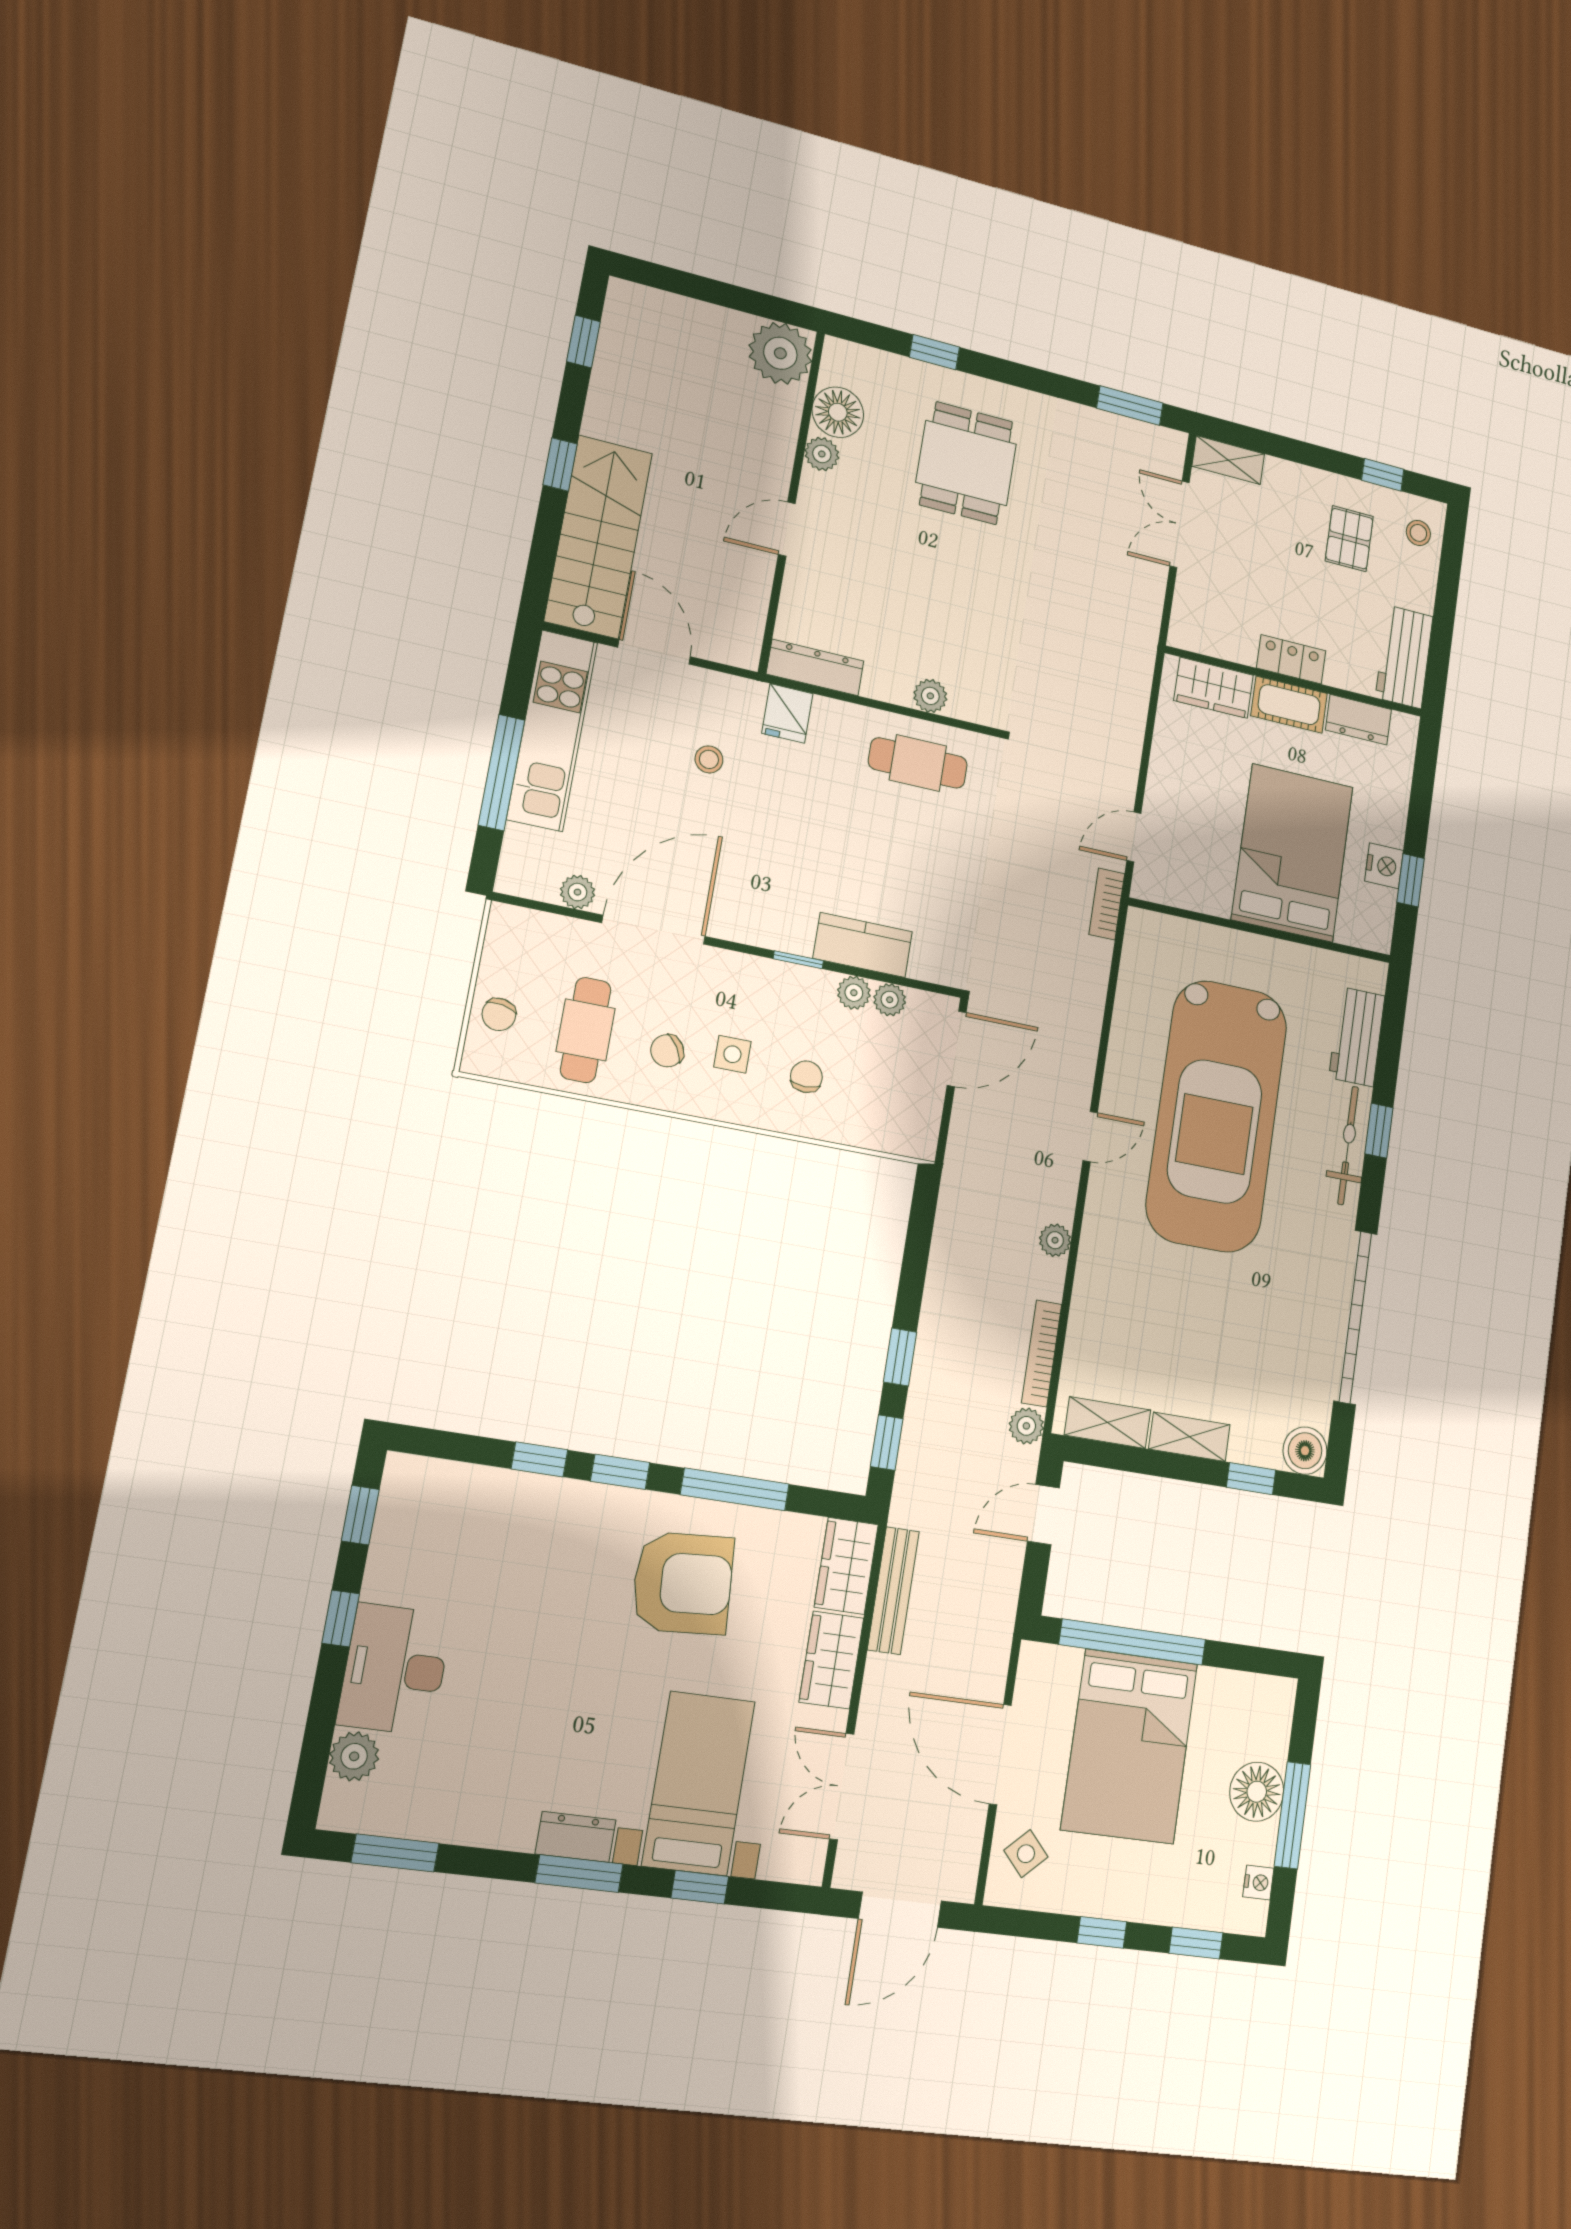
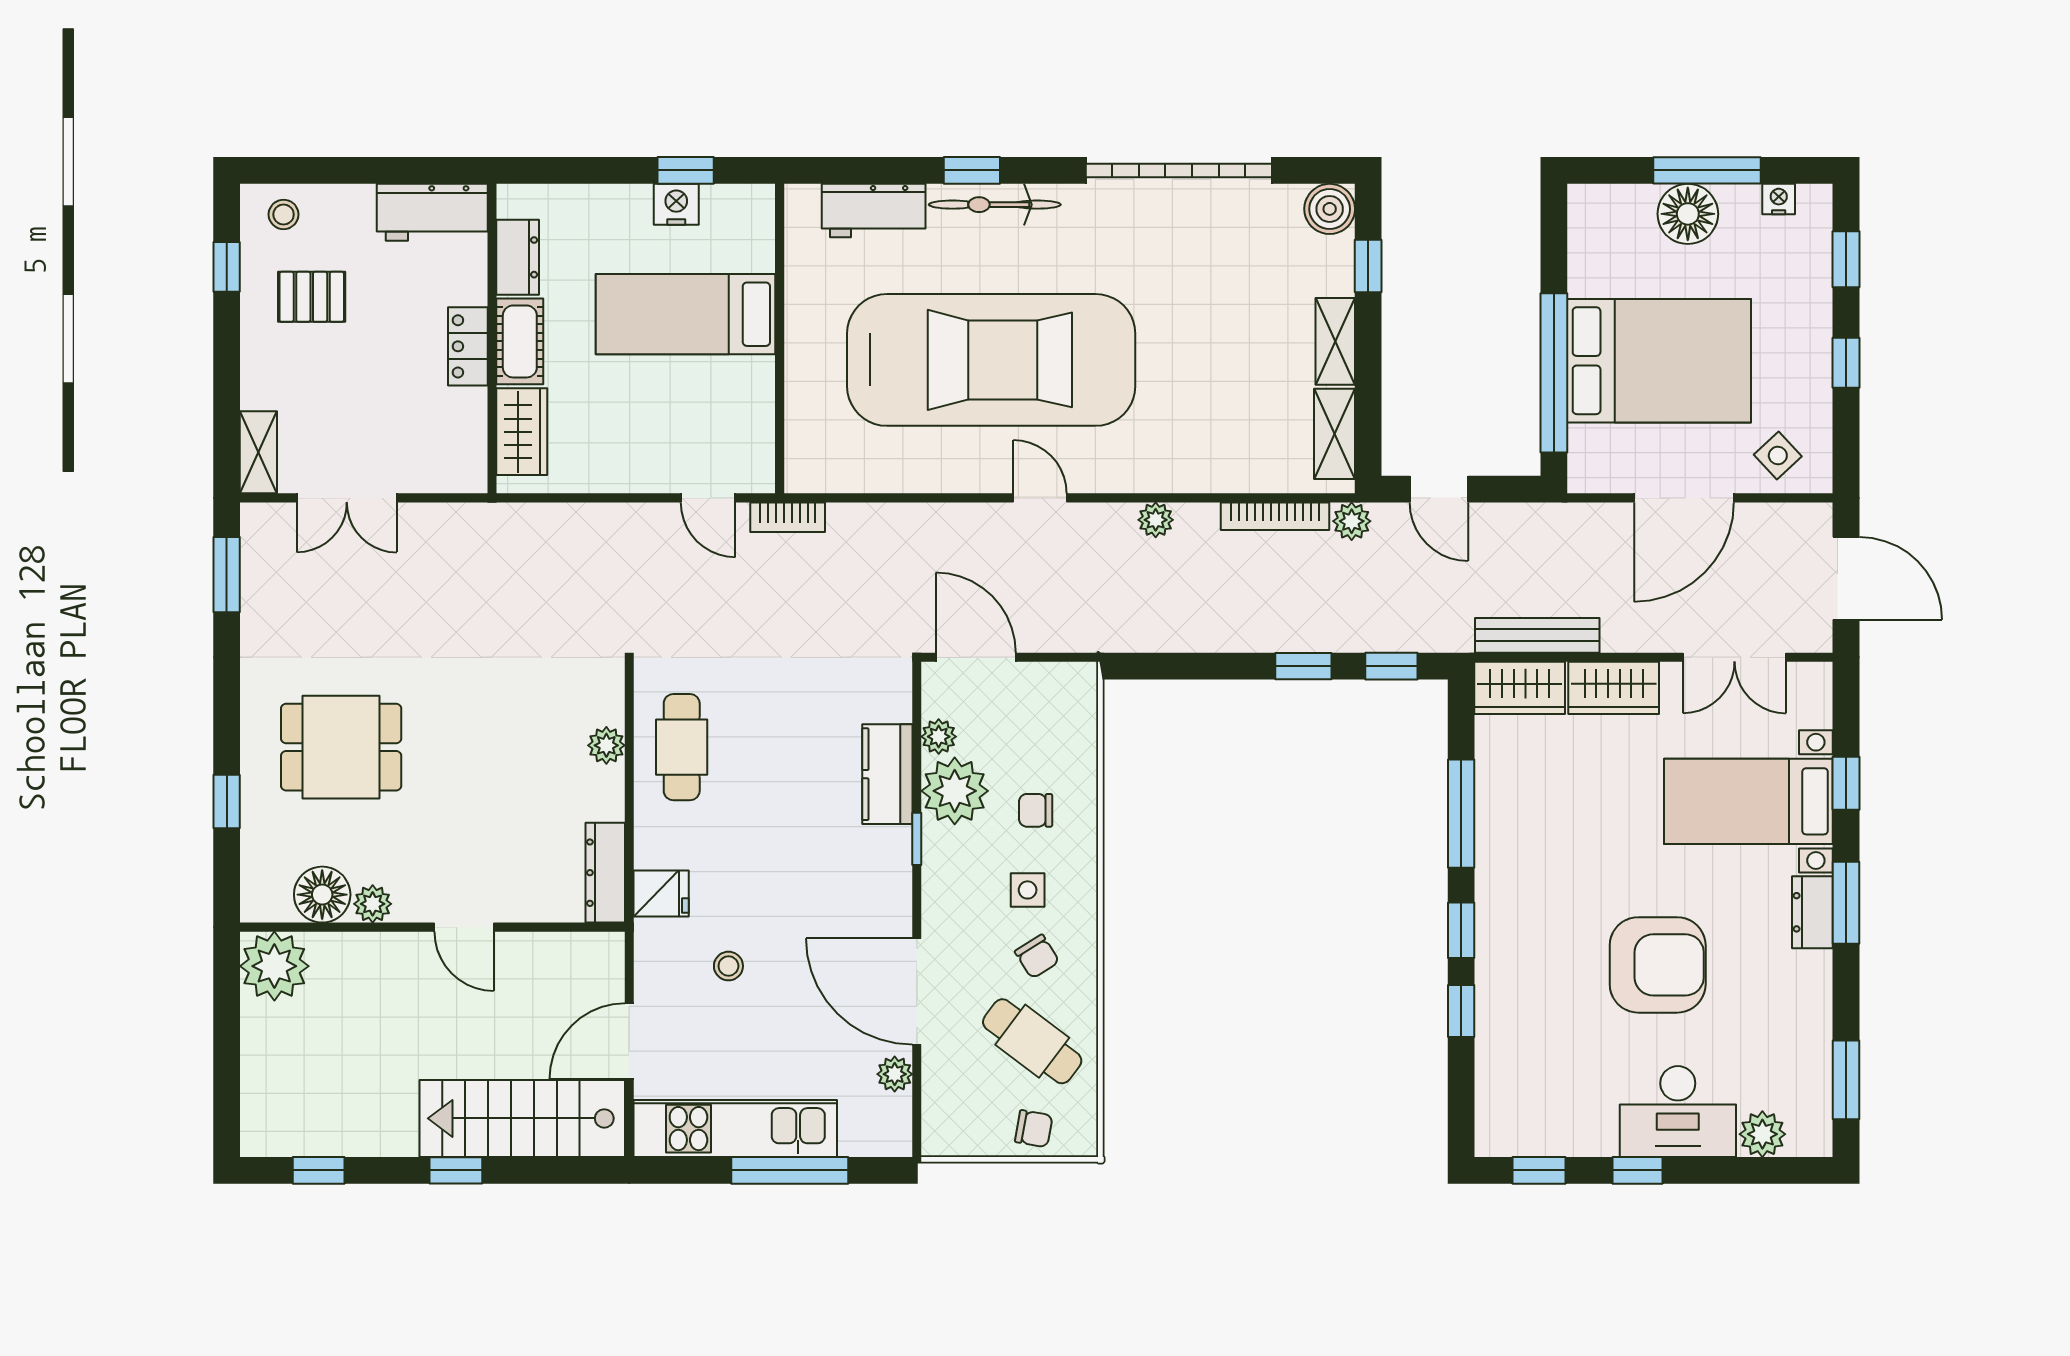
bed: (1292, 853) -> (686, 314), width x0.67
plant: (854, 993) -> (955, 791), width x1.87, depth x1.87
cafe table: (586, 1030) -> (1032, 1041), turned 37
armchair: (683, 1583) -> (1658, 965), moved, turned 94

